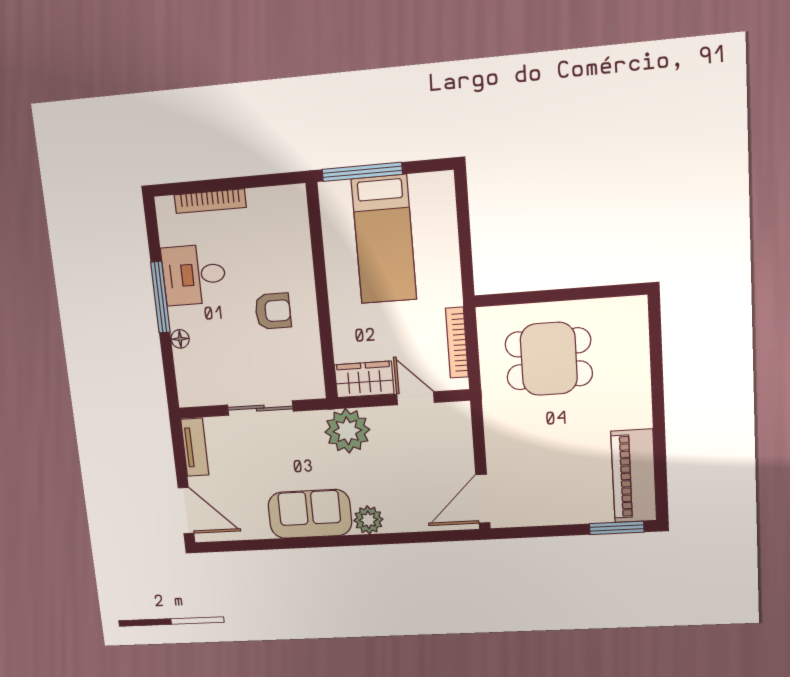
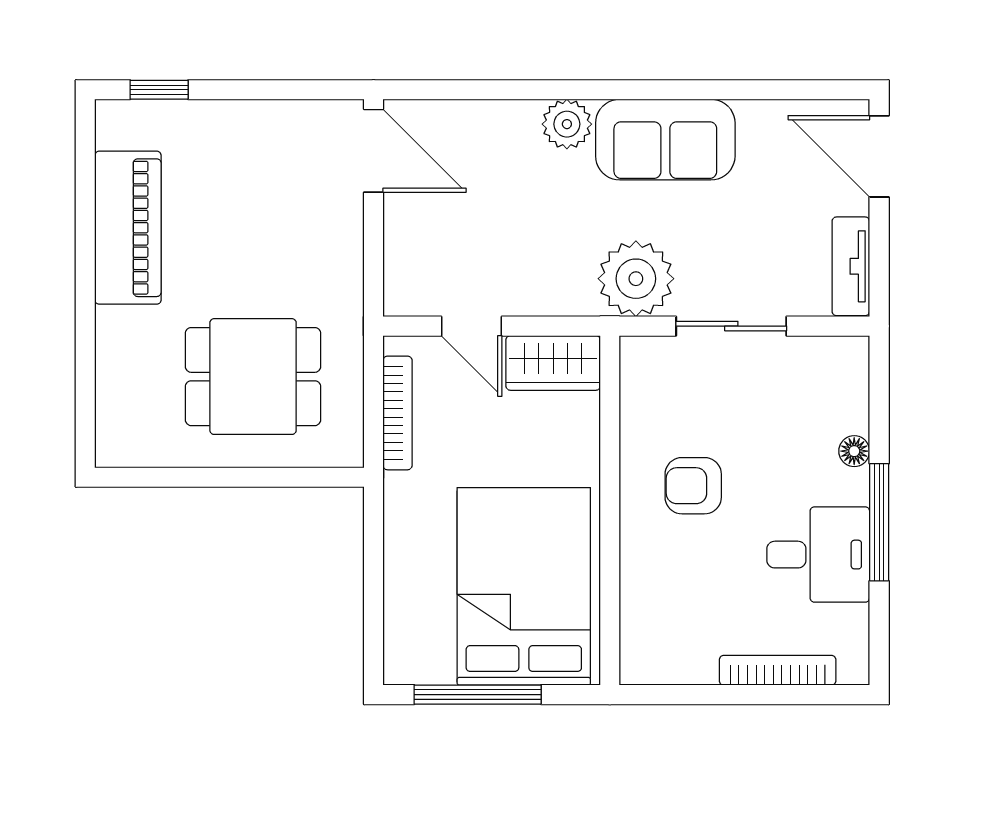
window: (362, 172) -> (478, 695), moved
bed: (384, 239) -> (524, 586), width x1.50
plant: (347, 431) -> (636, 279), moved
piano: (634, 476) -> (128, 228), moved
door: (483, 499) -> (373, 151), hinge flipped
window: (617, 528) -> (159, 90), width x0.67

